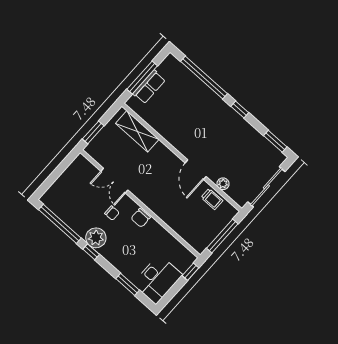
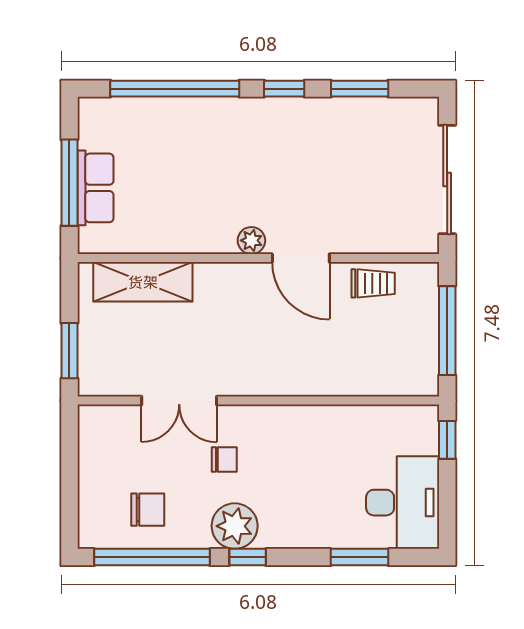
window: (275, 141) -> (360, 89), moved
plant: (223, 184) -> (251, 240), moved
chair: (141, 218) -> (148, 510), moved, turned -90

